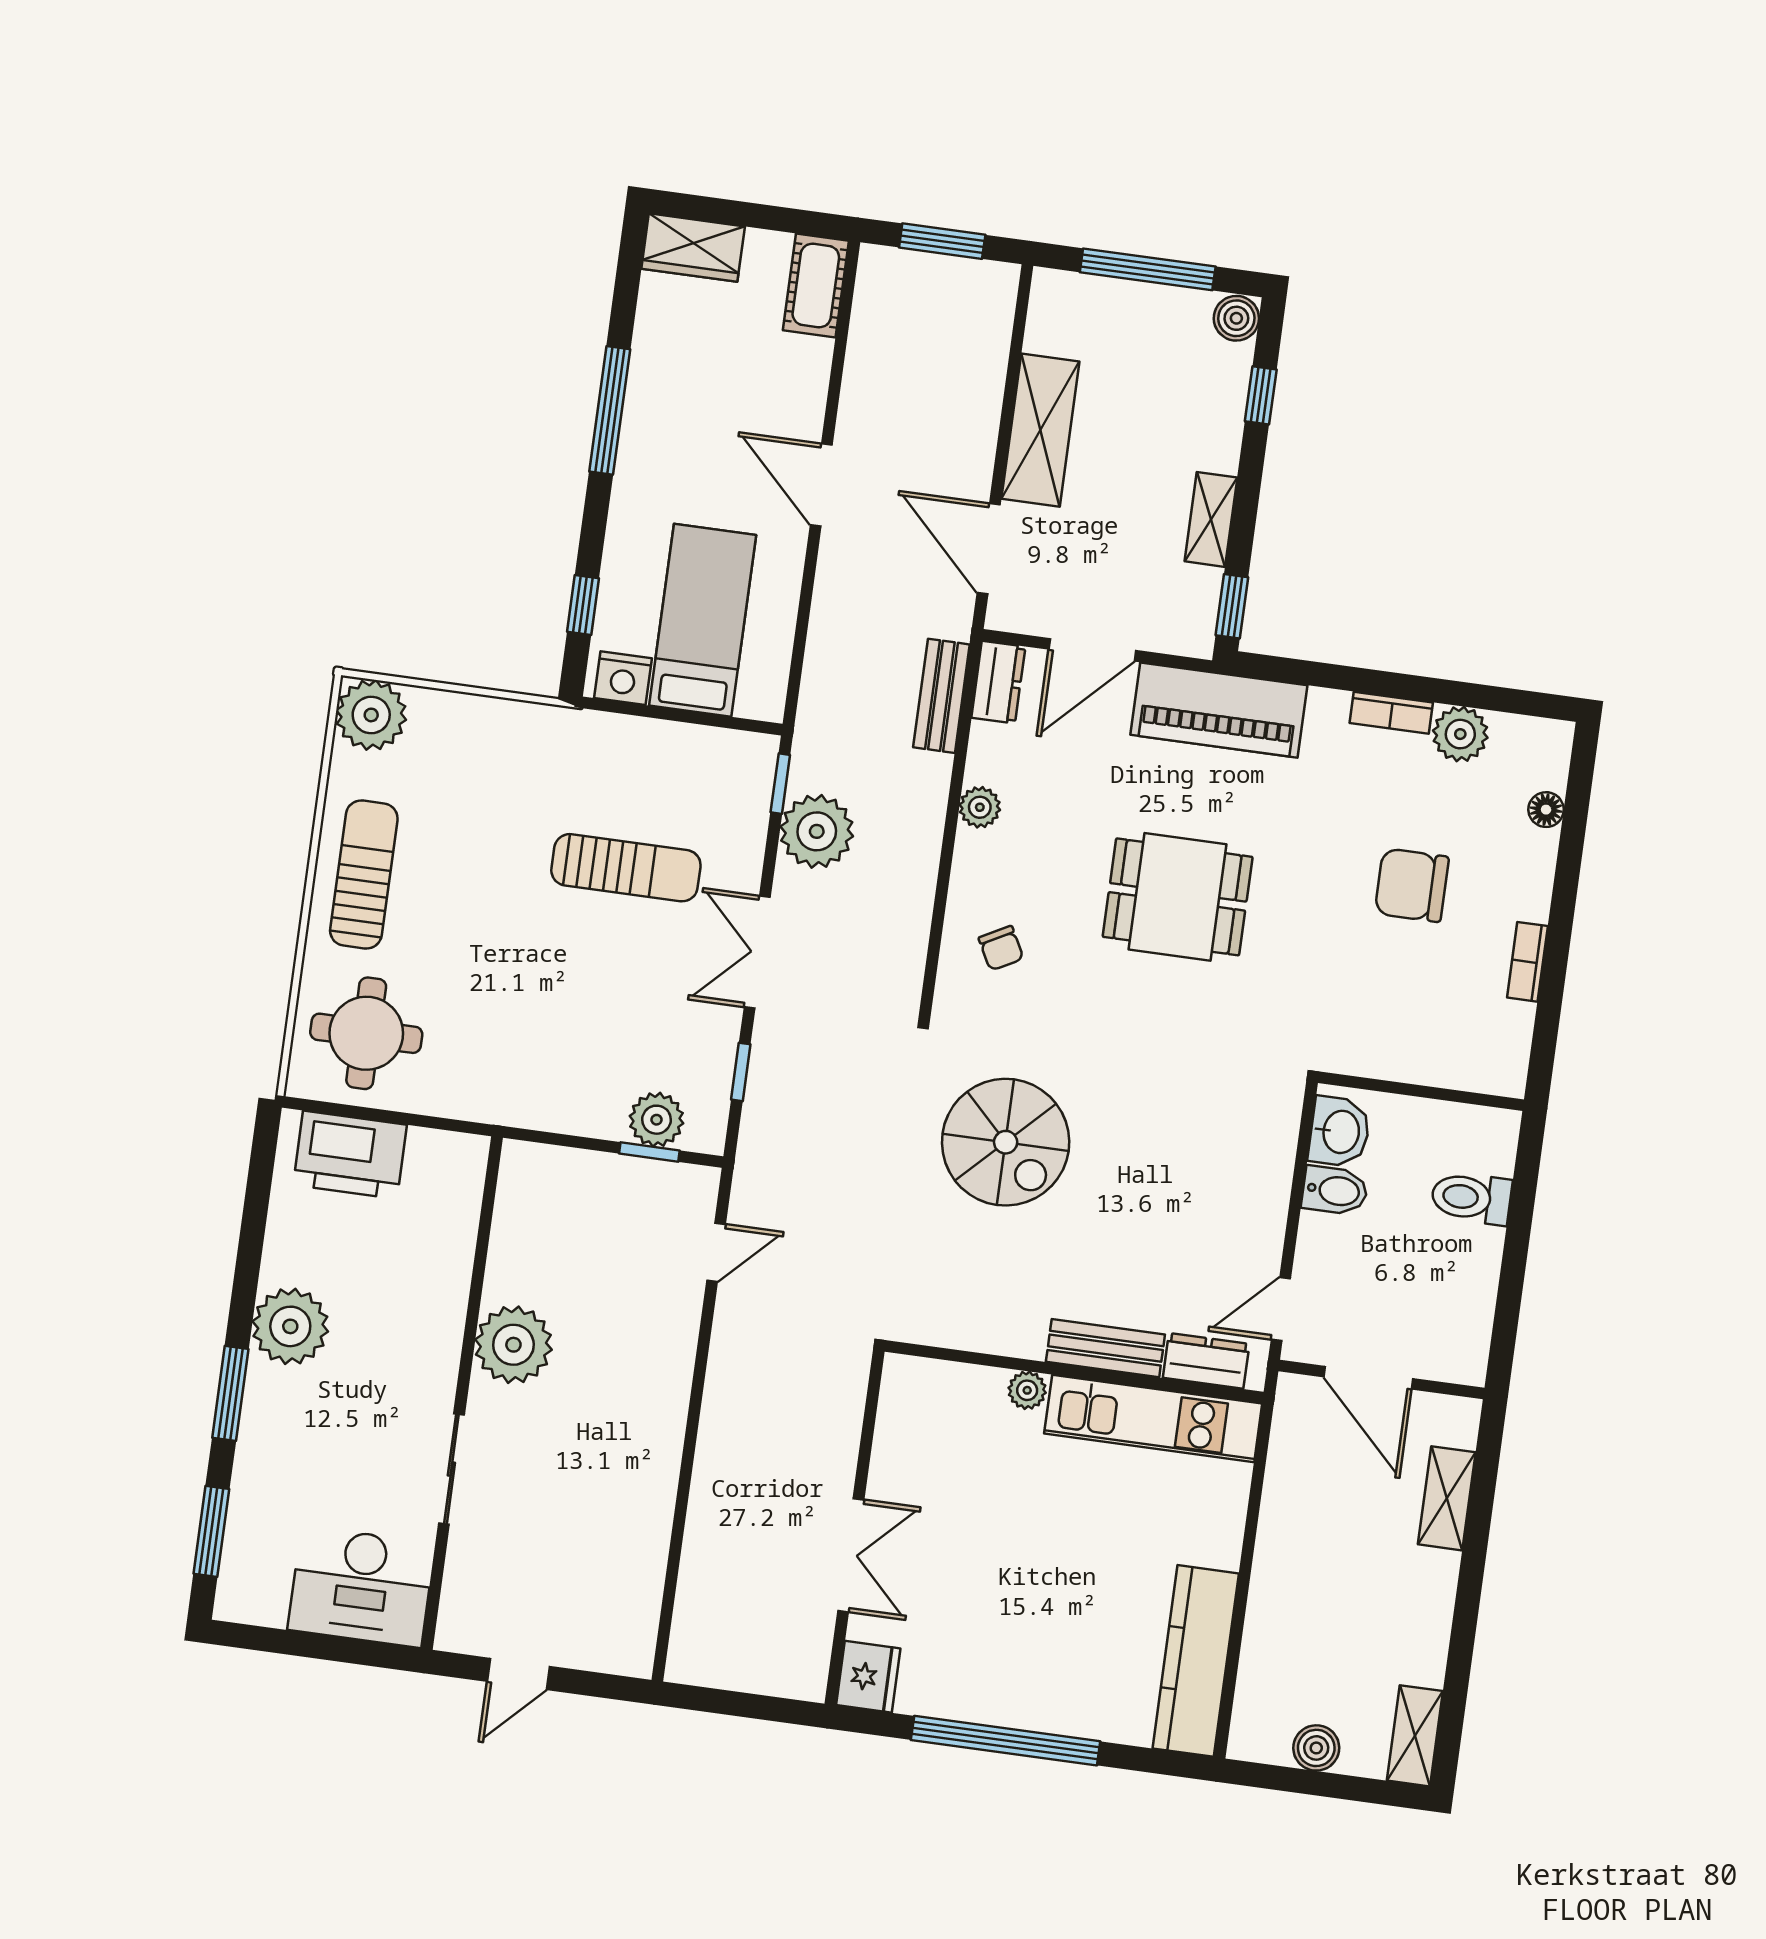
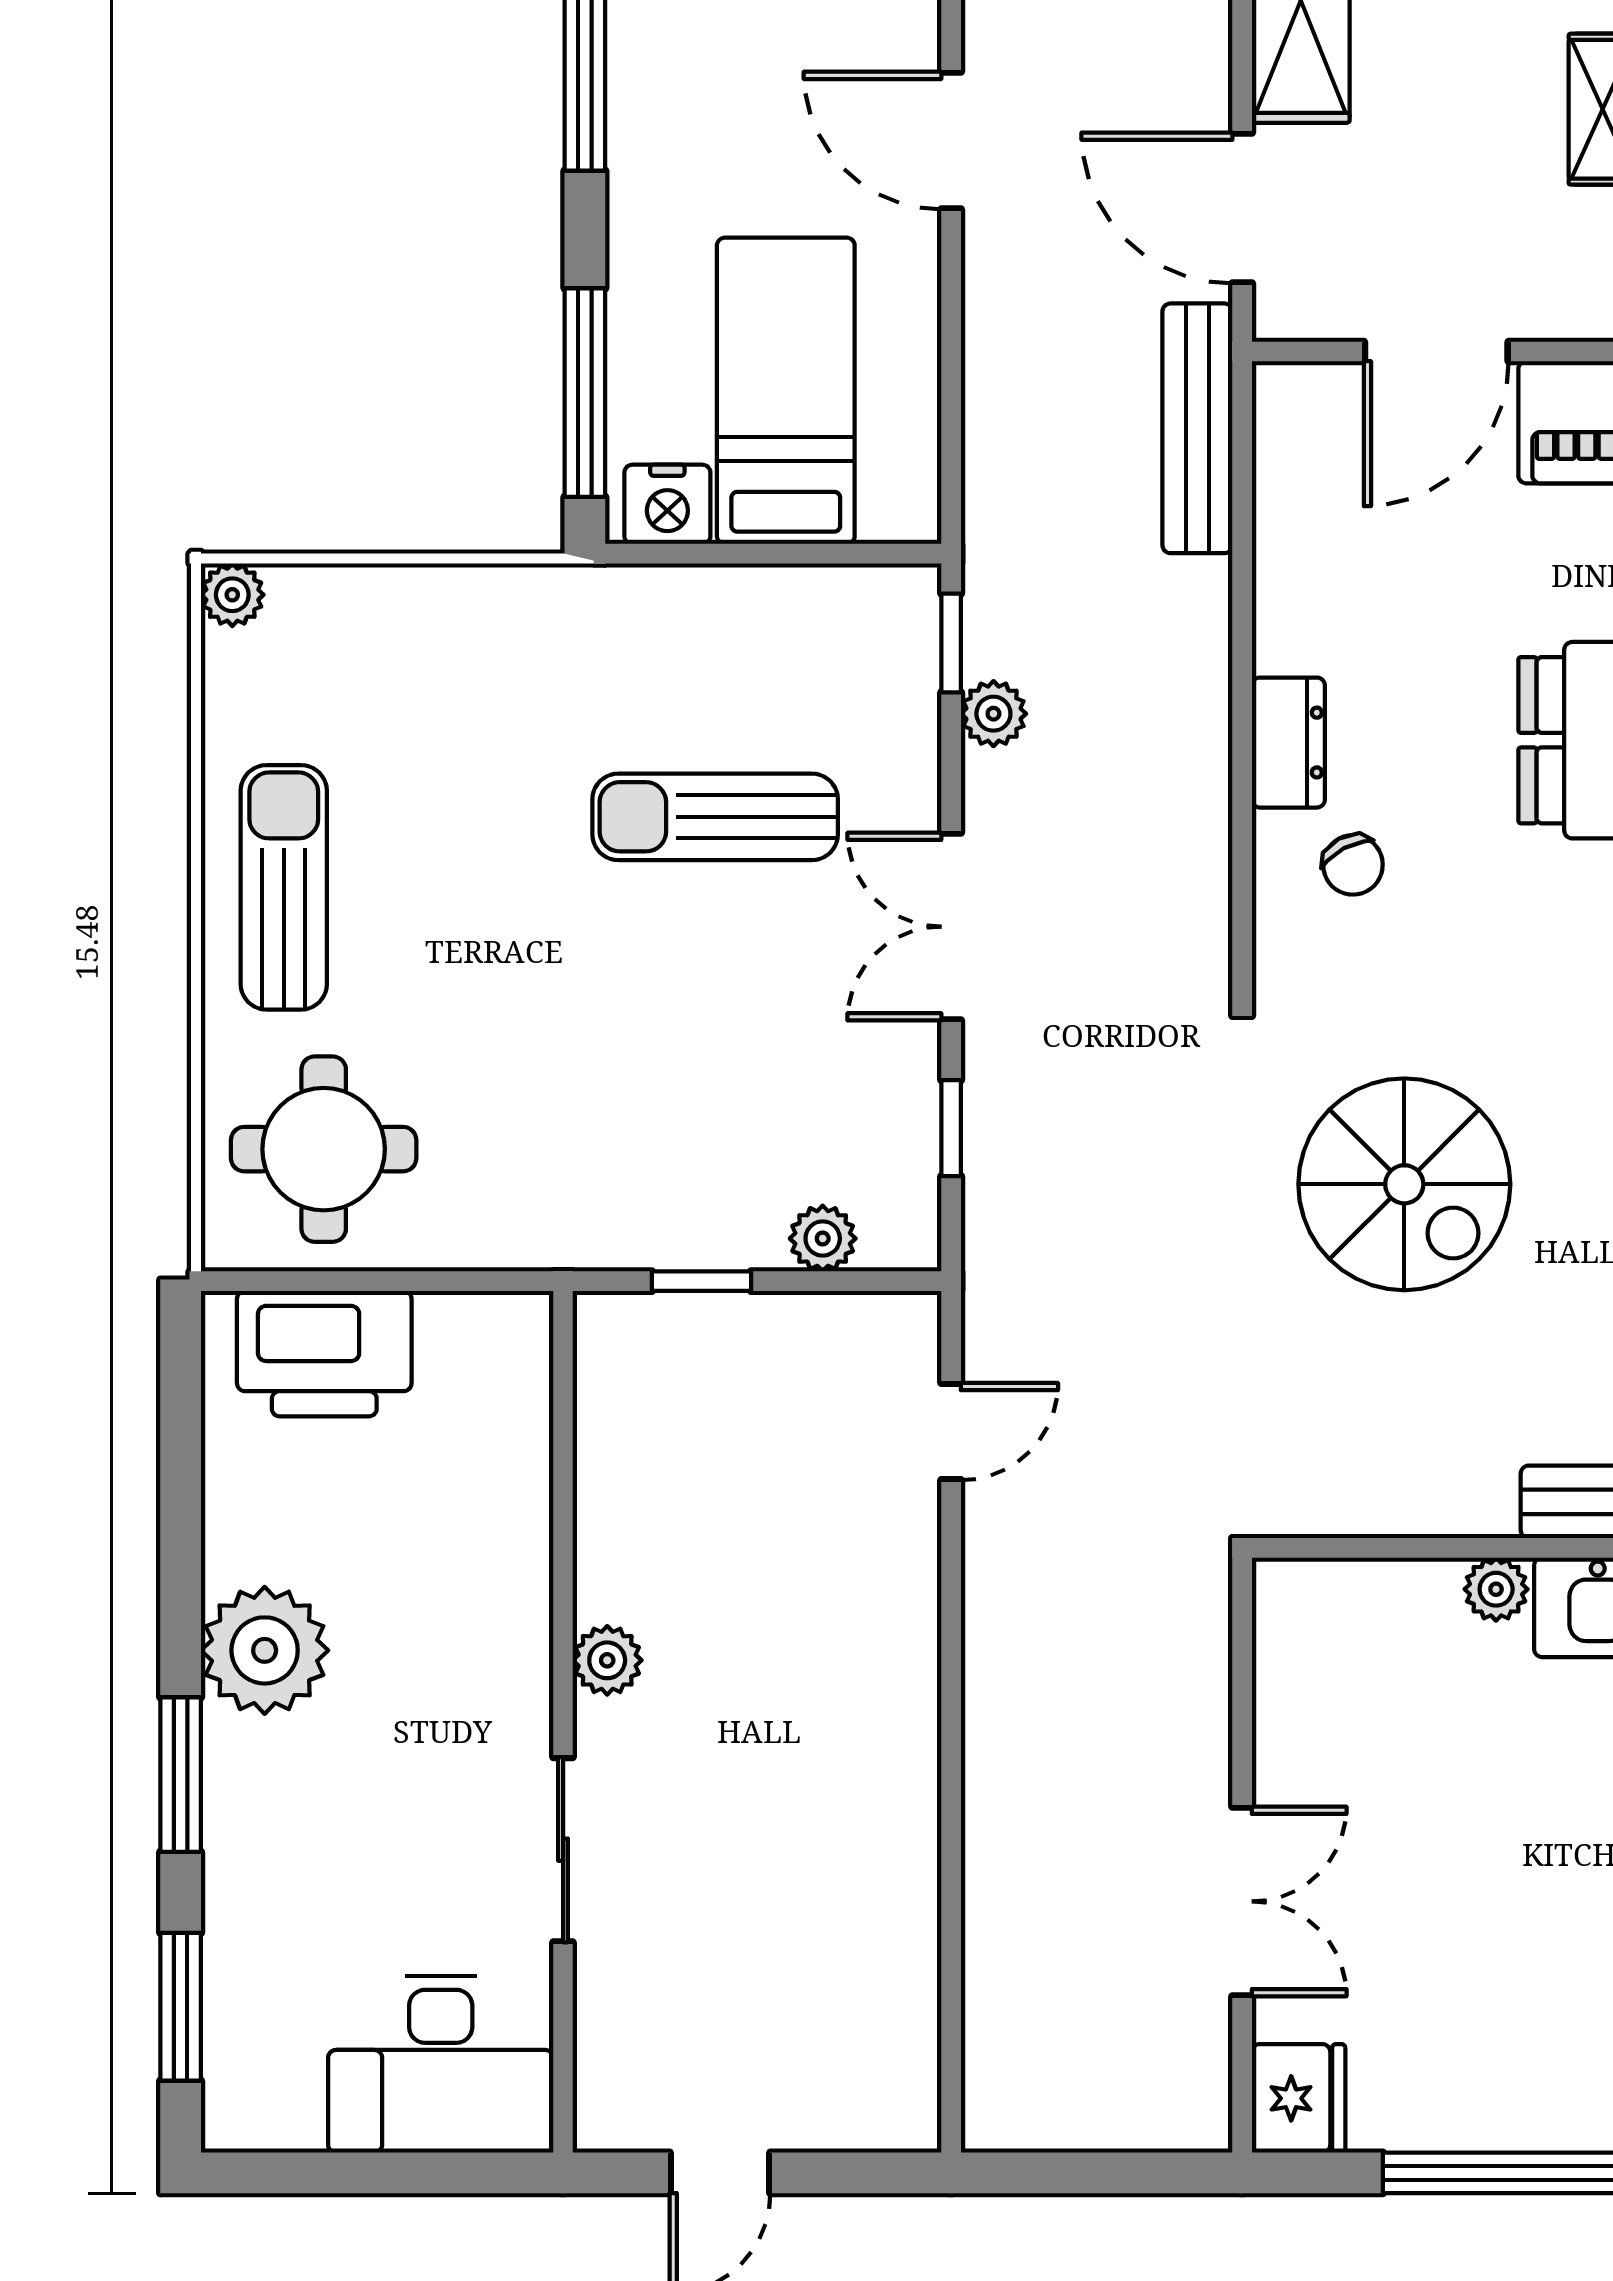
window: (583, 605) -> (585, 393), width x2.17
dresser: (998, 682) -> (1288, 743), moved
bench: (941, 696) -> (1197, 428), width x1.36
plant: (371, 715) -> (232, 595), width x0.53, depth x0.53
plant: (980, 807) -> (1286, 637), removed
plant: (817, 831) -> (993, 714), width x0.53, depth x0.53
sun lounger: (626, 868) -> (715, 817), turned 180
plant: (656, 1120) -> (823, 1238), width x0.73, depth x0.73
window: (649, 1152) -> (701, 1281), moved
plant: (513, 1345) -> (607, 1660), width x0.53, depth x0.53

